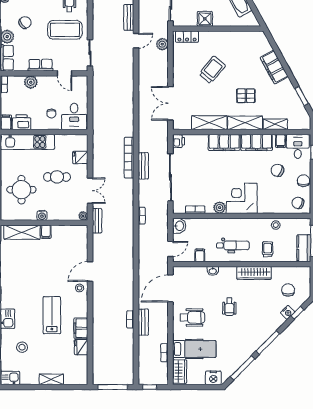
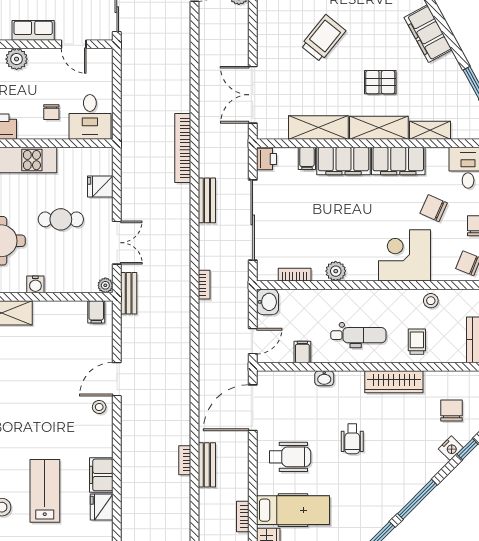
filing cabinet: (281, 141) -> (307, 158), moved
bookcase: (129, 158) -> (183, 148), moved
corner desk: (242, 198) -> (404, 255), moved
filing cabinet: (46, 232) -> (96, 312), moved
lab bench: (52, 315) -> (45, 491), moved

